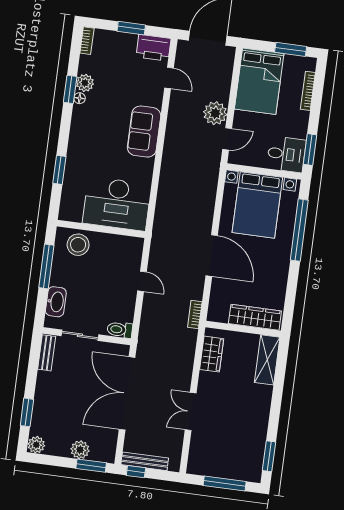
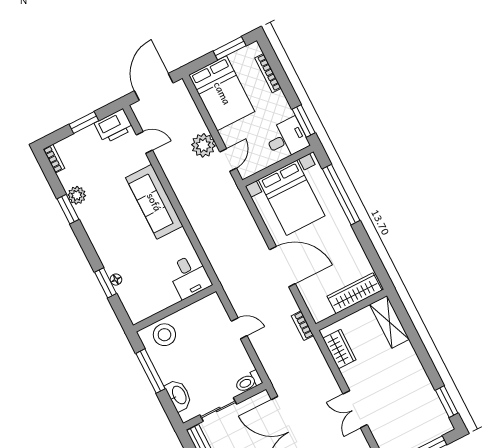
floor lamp: (80, 98) -> (116, 280), moved
sofa: (144, 132) -> (154, 202), width x1.36
desk: (117, 204) -> (189, 276), width x0.53, depth x0.77

